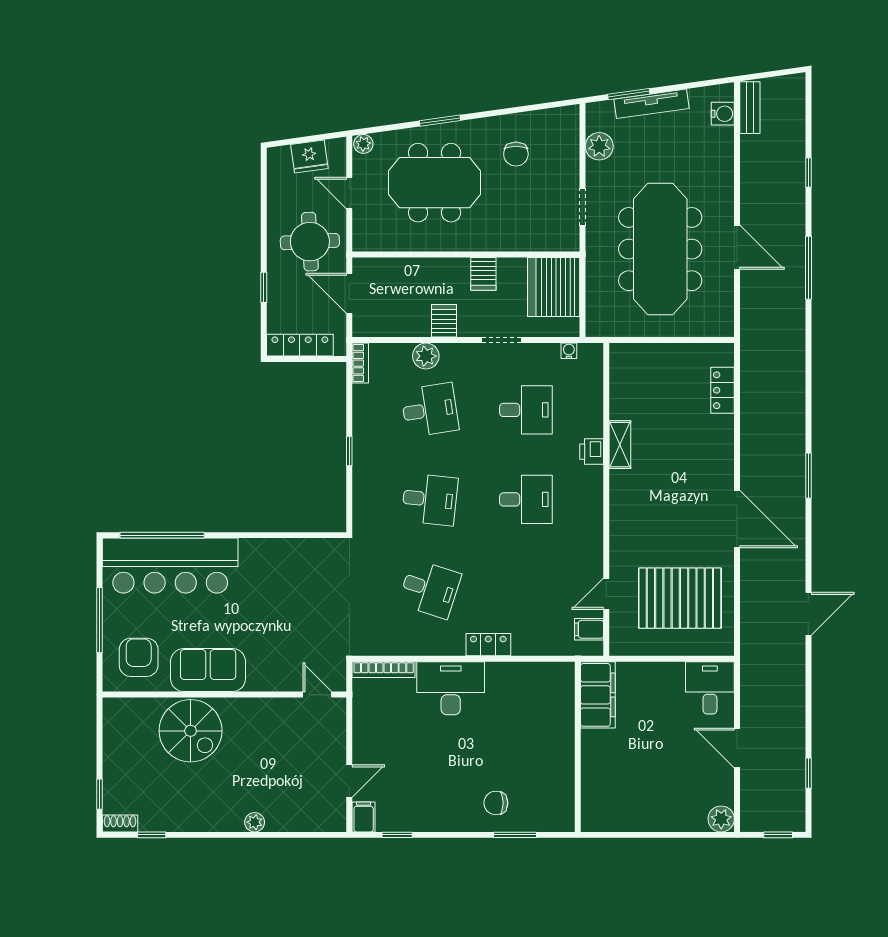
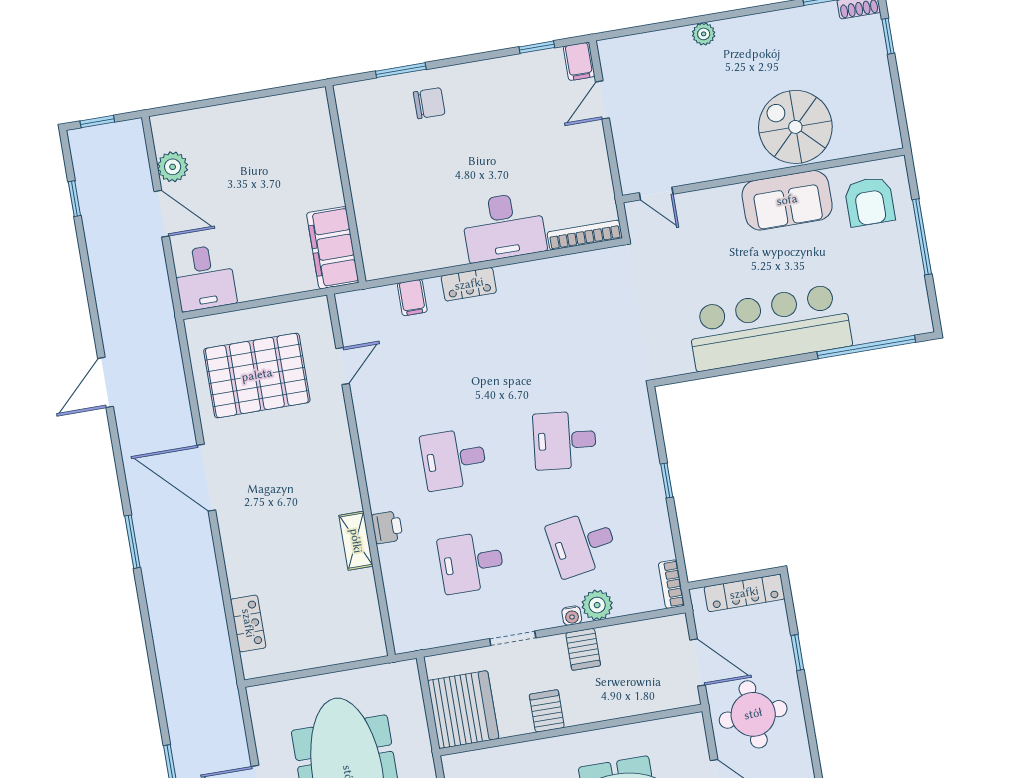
water cooler: (569, 351) -> (572, 616), moved
bar counter: (170, 566) -> (769, 327), moved
desk: (430, 589) -> (547, 337), removed
filing cabinet: (589, 629) -> (412, 298), moved, turned 90
plant: (721, 819) -> (173, 167), moved

